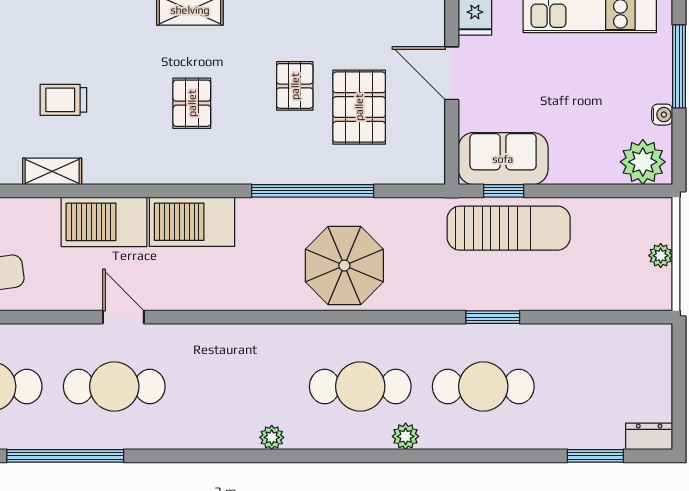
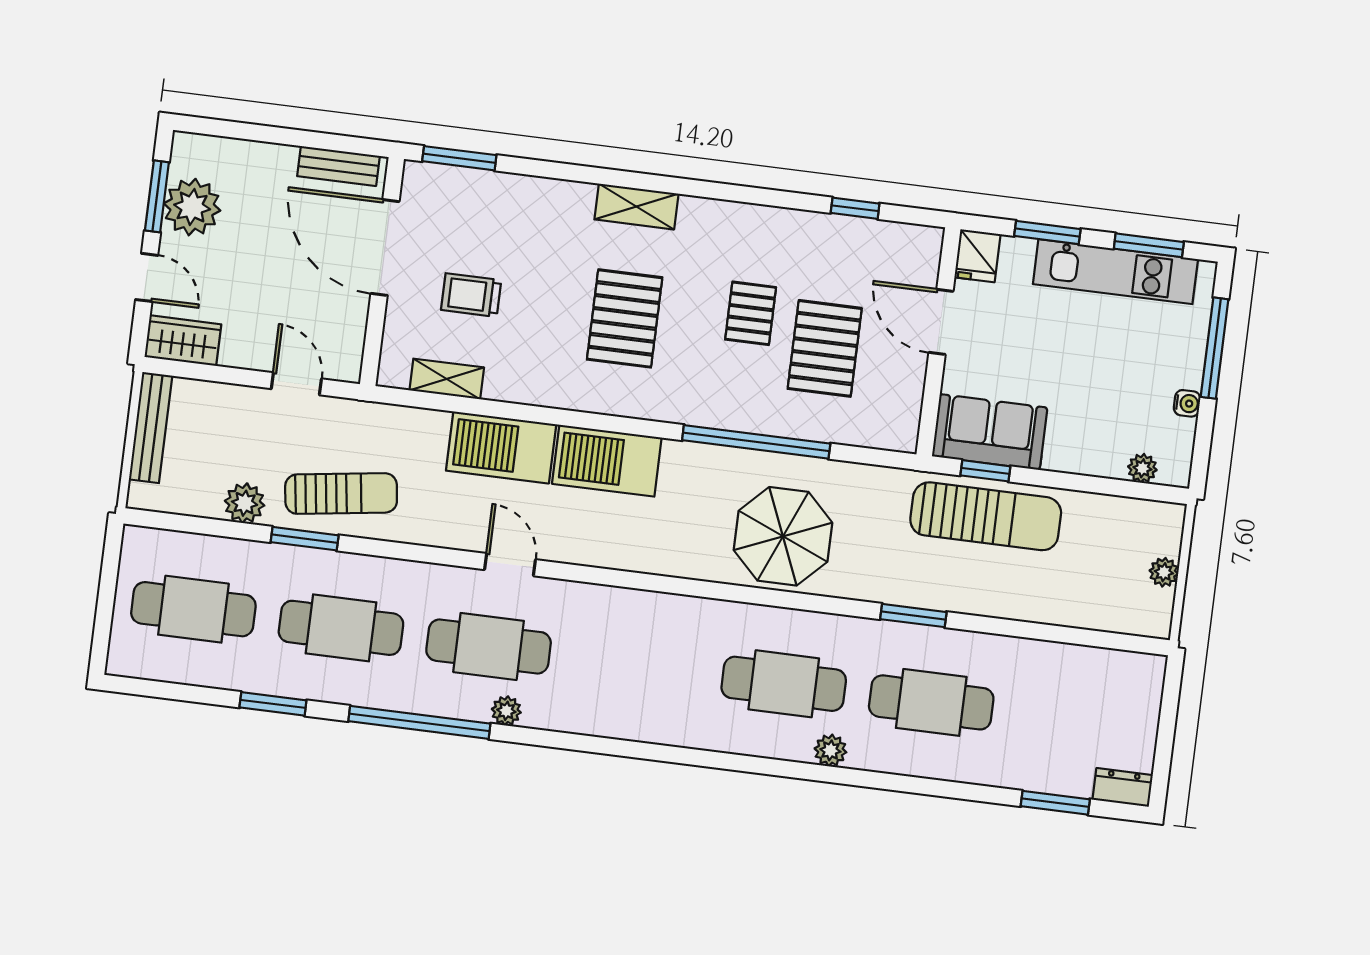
pallet: (192, 103) -> (625, 318), width x1.50, depth x1.42
plant: (643, 162) -> (1142, 468), width x0.53, depth x0.53
window: (493, 317) -> (913, 616), moved
plant: (272, 437) -> (506, 711), moved

